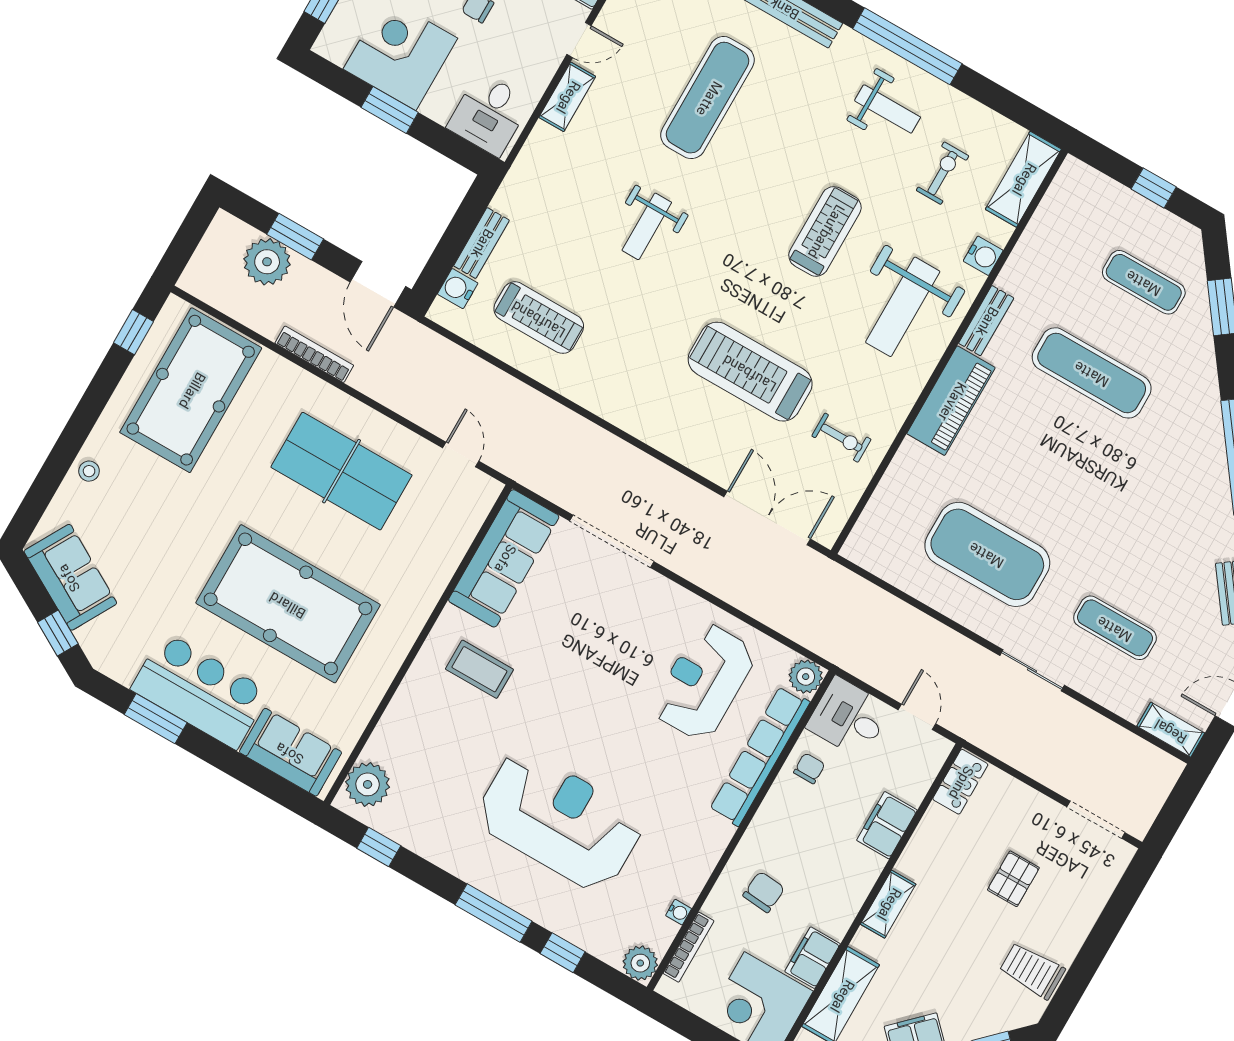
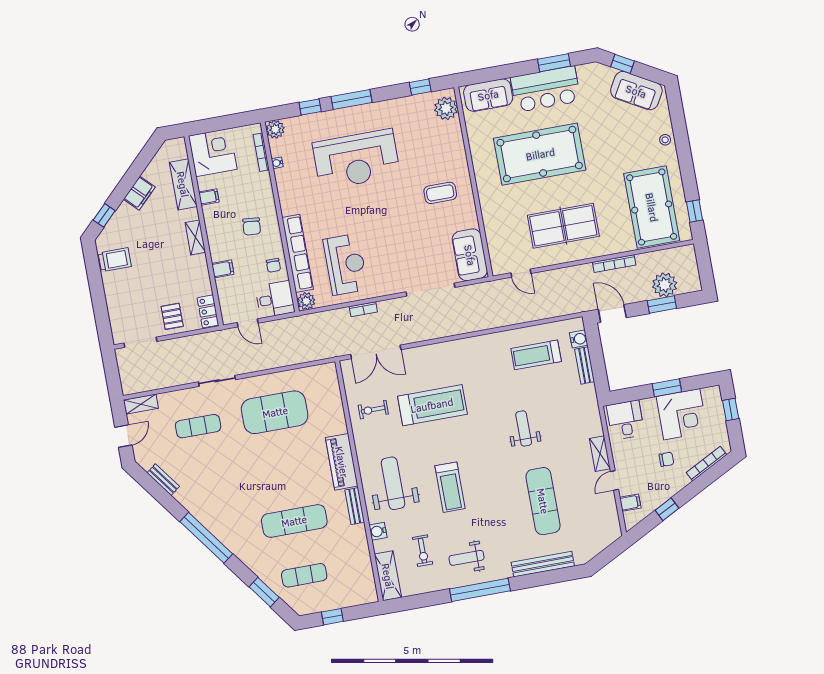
sofa: (504, 558) -> (470, 255), width x0.73
bookcase: (733, 595) -> (363, 309), added
filing cabinet: (887, 825) -> (223, 269), width x0.50
pallet: (1013, 879) -> (172, 316), moved
chair: (764, 892) -> (252, 226), moved
filing cabinet: (813, 958) -> (209, 197), width x0.50

